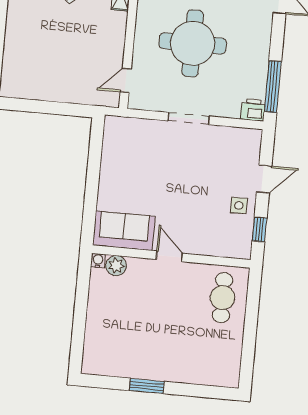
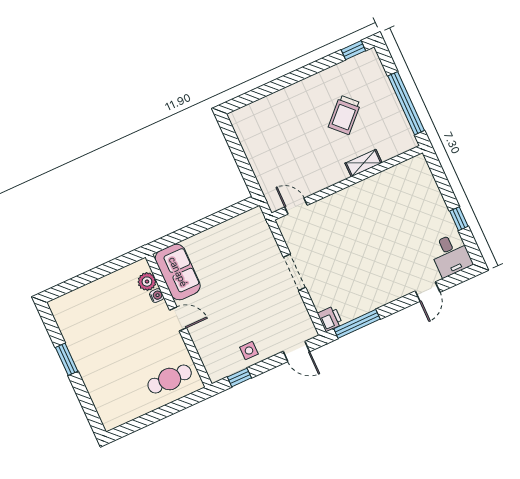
round table: (193, 43) -> (355, 242), removed
door: (264, 179) -> (296, 351), moved
door: (169, 256) -> (178, 319), hinge flipped
water cooler: (98, 261) -> (157, 296), moved

